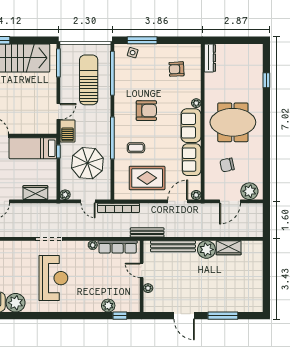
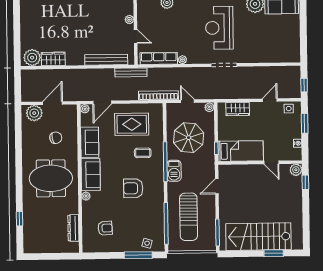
dresser: (210, 58) -> (73, 228), moved
barbecue: (68, 131) -> (174, 171), moved, turned 180
plant: (206, 250) -> (32, 58), moved

